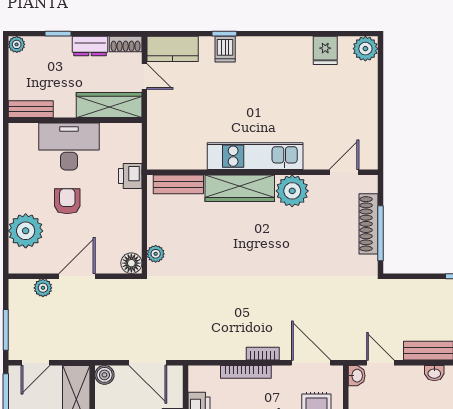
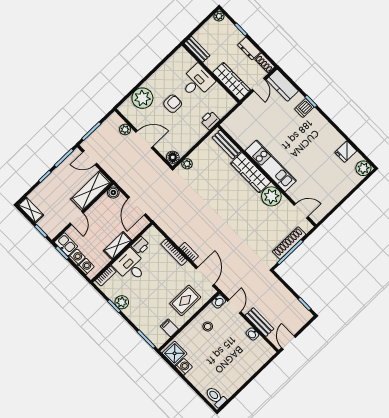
desk: (69, 146) -> (197, 81), width x0.73

